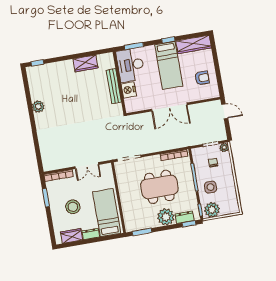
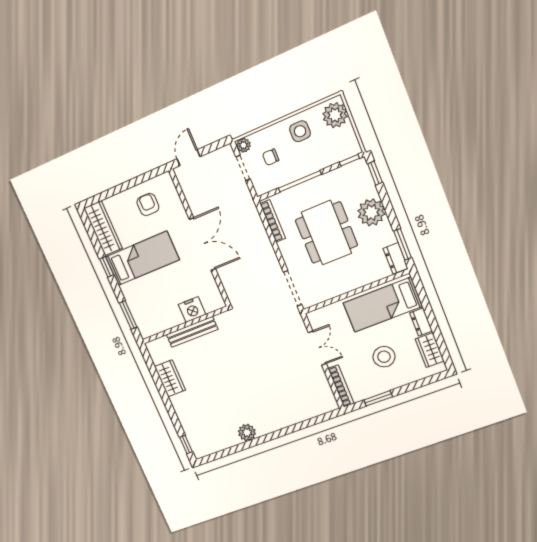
desk: (130, 65) -> (156, 314), removed
side table: (210, 187) -> (300, 131), moved
plant: (212, 210) -> (335, 115), moved
dresser: (184, 217) -> (396, 258), moved

